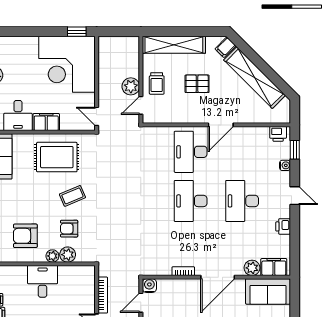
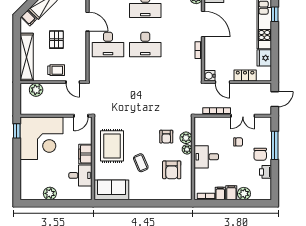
plant: (131, 86) -> (36, 90), moved
coffee table: (72, 196) -> (141, 163), moved

